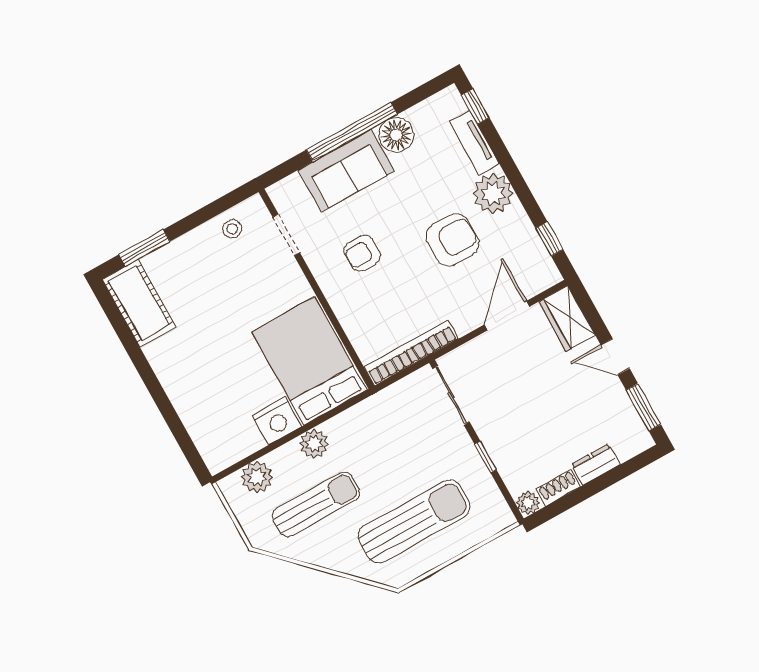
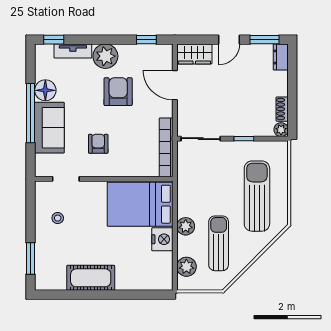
stool: (232, 229) -> (58, 218), moved
armchair: (362, 253) -> (98, 144), turned 180
cot: (139, 303) -> (91, 278), moved
dresser: (596, 465) -> (281, 57), moved

